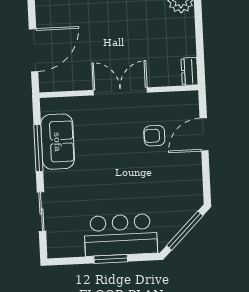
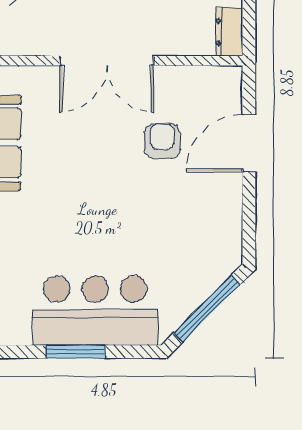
double door: (120, 91) -> (107, 61), swing flipped
armchair: (154, 136) -> (162, 141), turned 90

